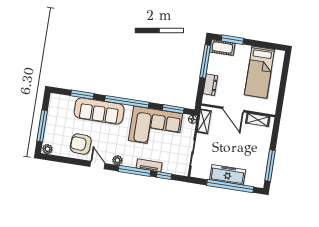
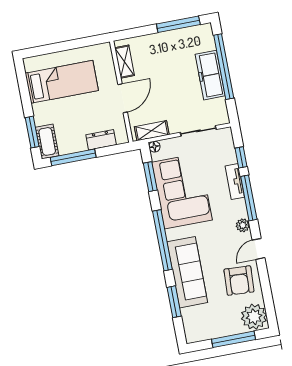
plant: (47, 149) -> (254, 317), width x1.88, depth x1.88

